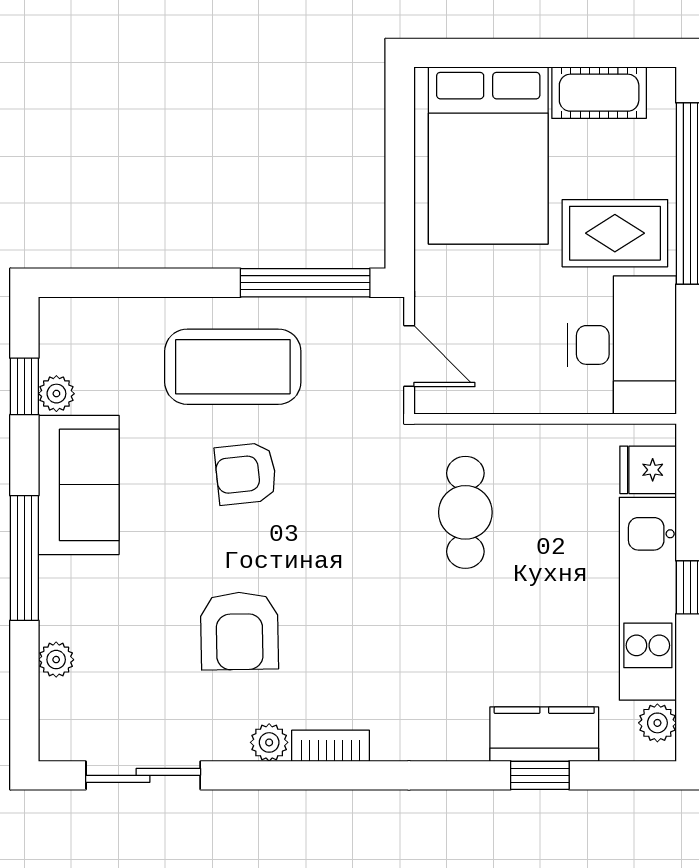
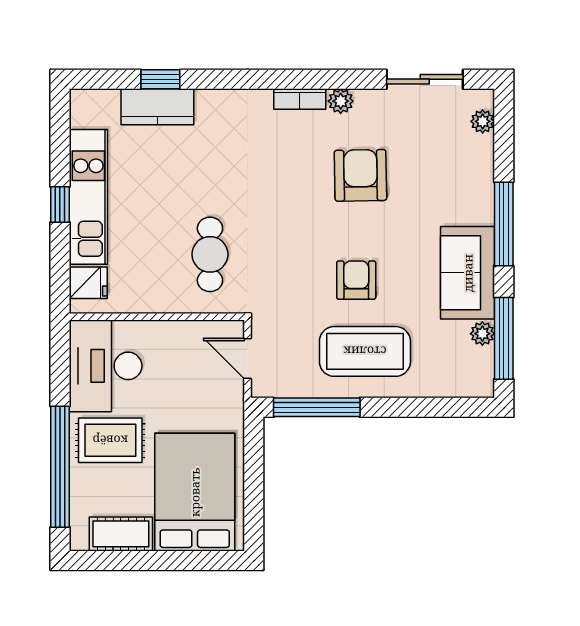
window: (24, 386) -> (504, 338), width x2.17
armchair: (246, 474) -> (356, 280), turned -84
plant: (56, 660) -> (483, 121), moved
plant: (657, 723) -> (82, 114), removed

